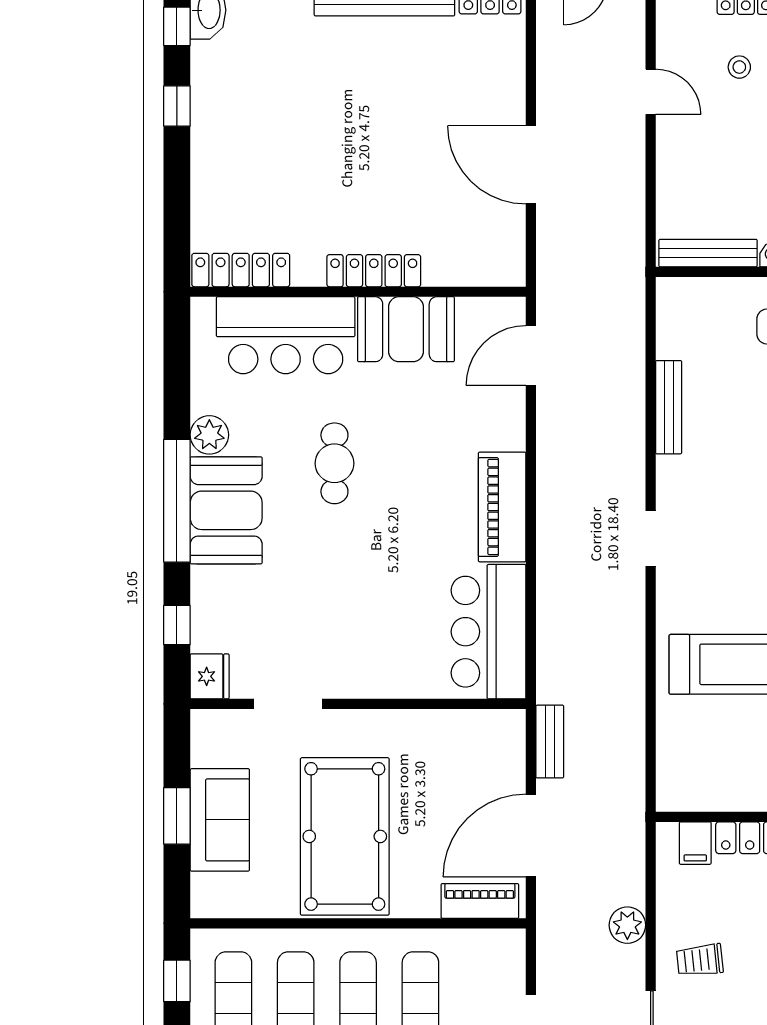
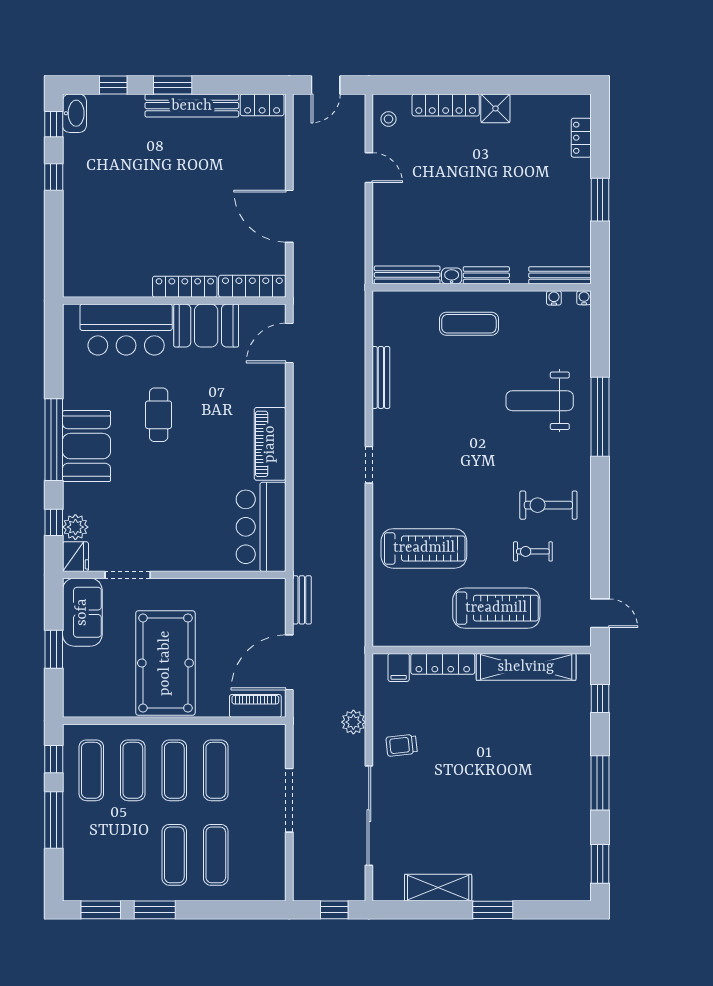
stool: (739, 67) -> (389, 119), moved
locker: (241, 270) -> (252, 286), moved
plant: (209, 435) -> (75, 527), moved
sofa: (220, 820) -> (82, 612), moved

